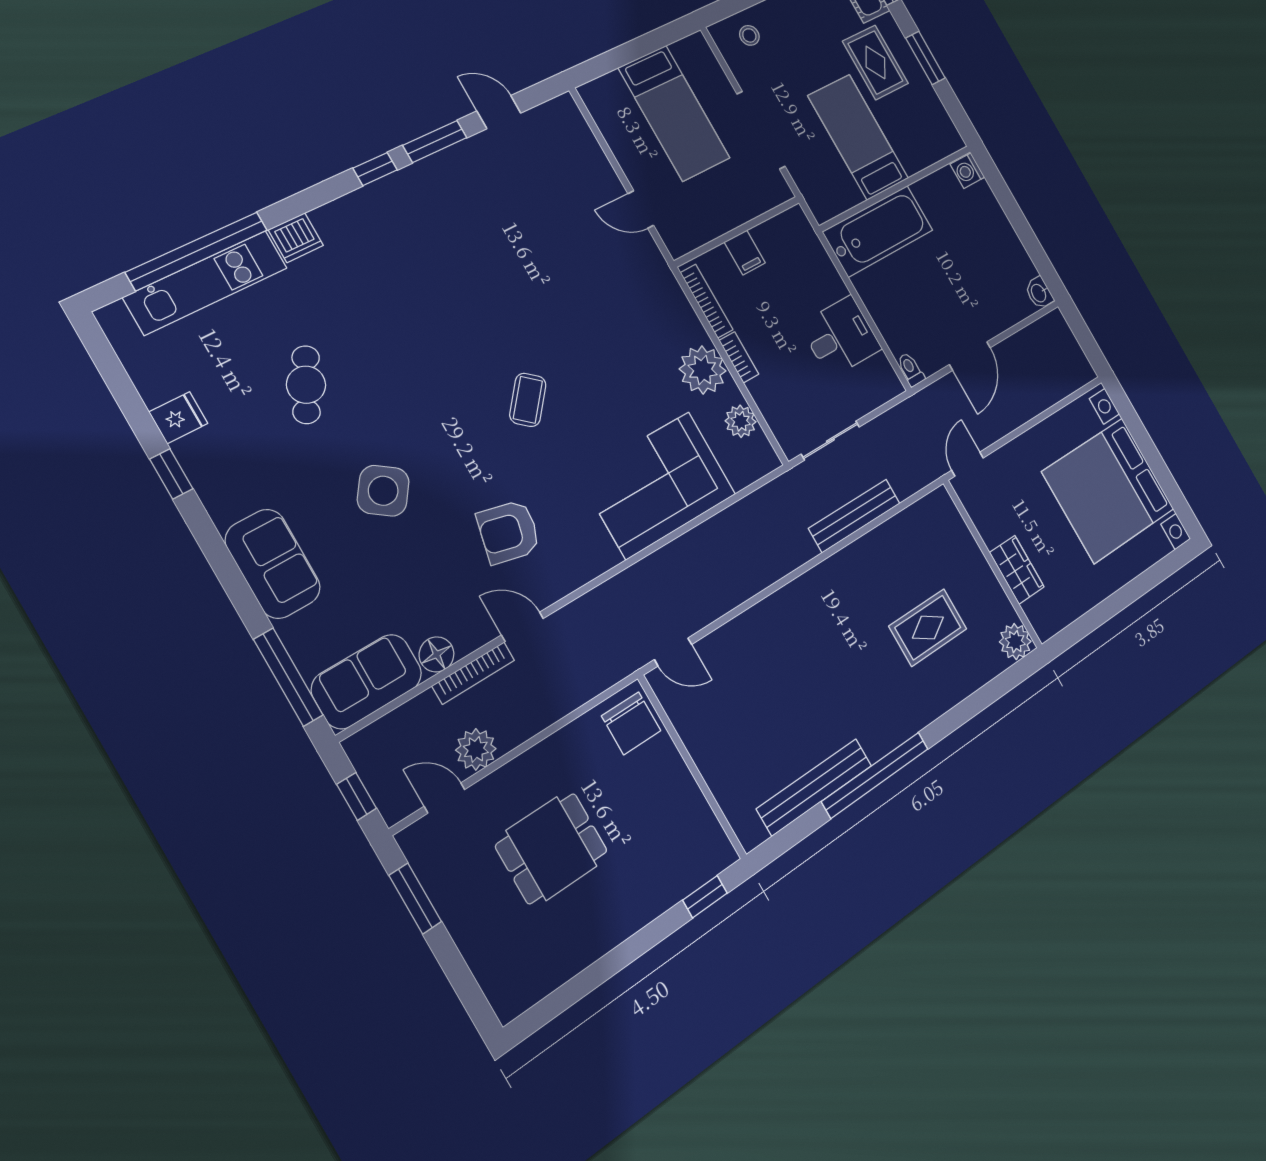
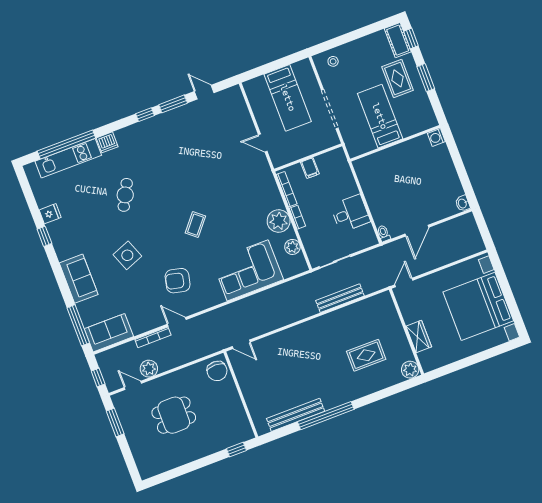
bathtub: (878, 231) -> (381, 164), removed
cafe table: (306, 385) -> (125, 195), moved
side table: (383, 491) -> (127, 255), turned 33
floor lamp: (437, 654) -> (139, 327), removed

